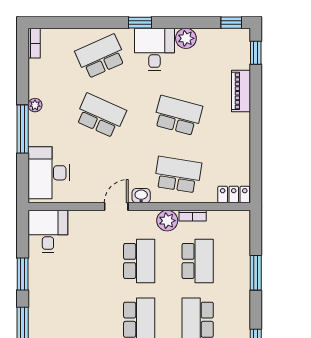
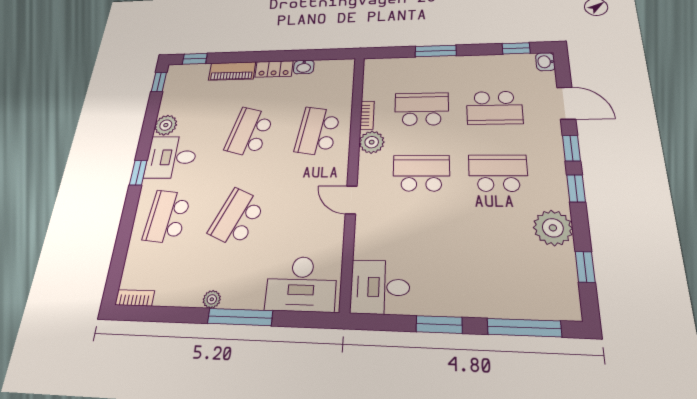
school desk: (101, 56) -> (167, 217), turned 30
locker: (234, 195) -> (274, 69), moved, turned -90
washbasin: (141, 196) -> (304, 67), moved, turned -90

